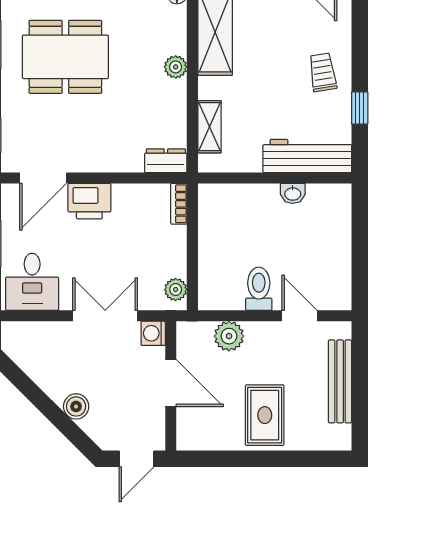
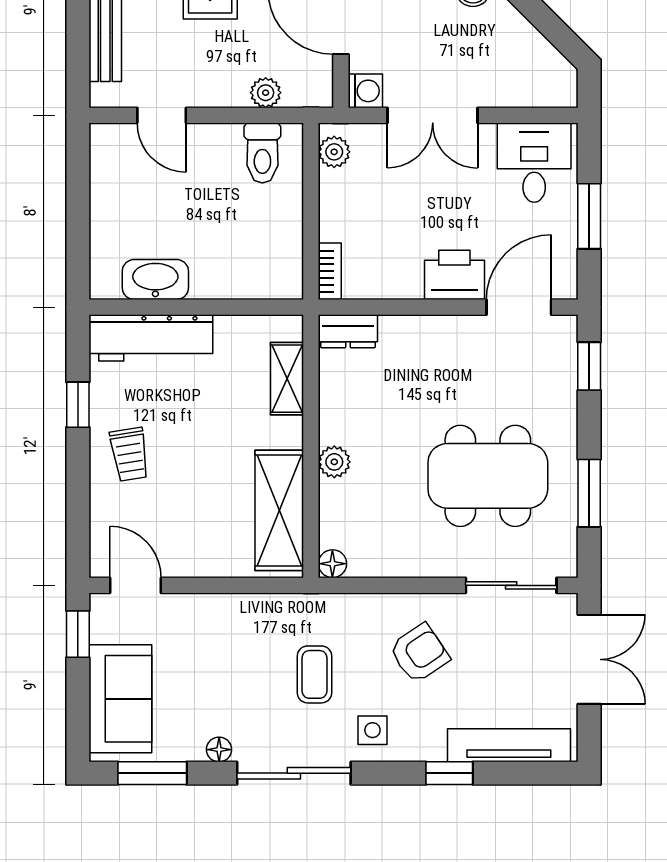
washbasin: (293, 193) -> (155, 279), width x1.91, depth x1.45
toilet: (259, 289) -> (262, 153), moved
plant: (229, 336) -> (266, 93), width x0.73, depth x0.73

